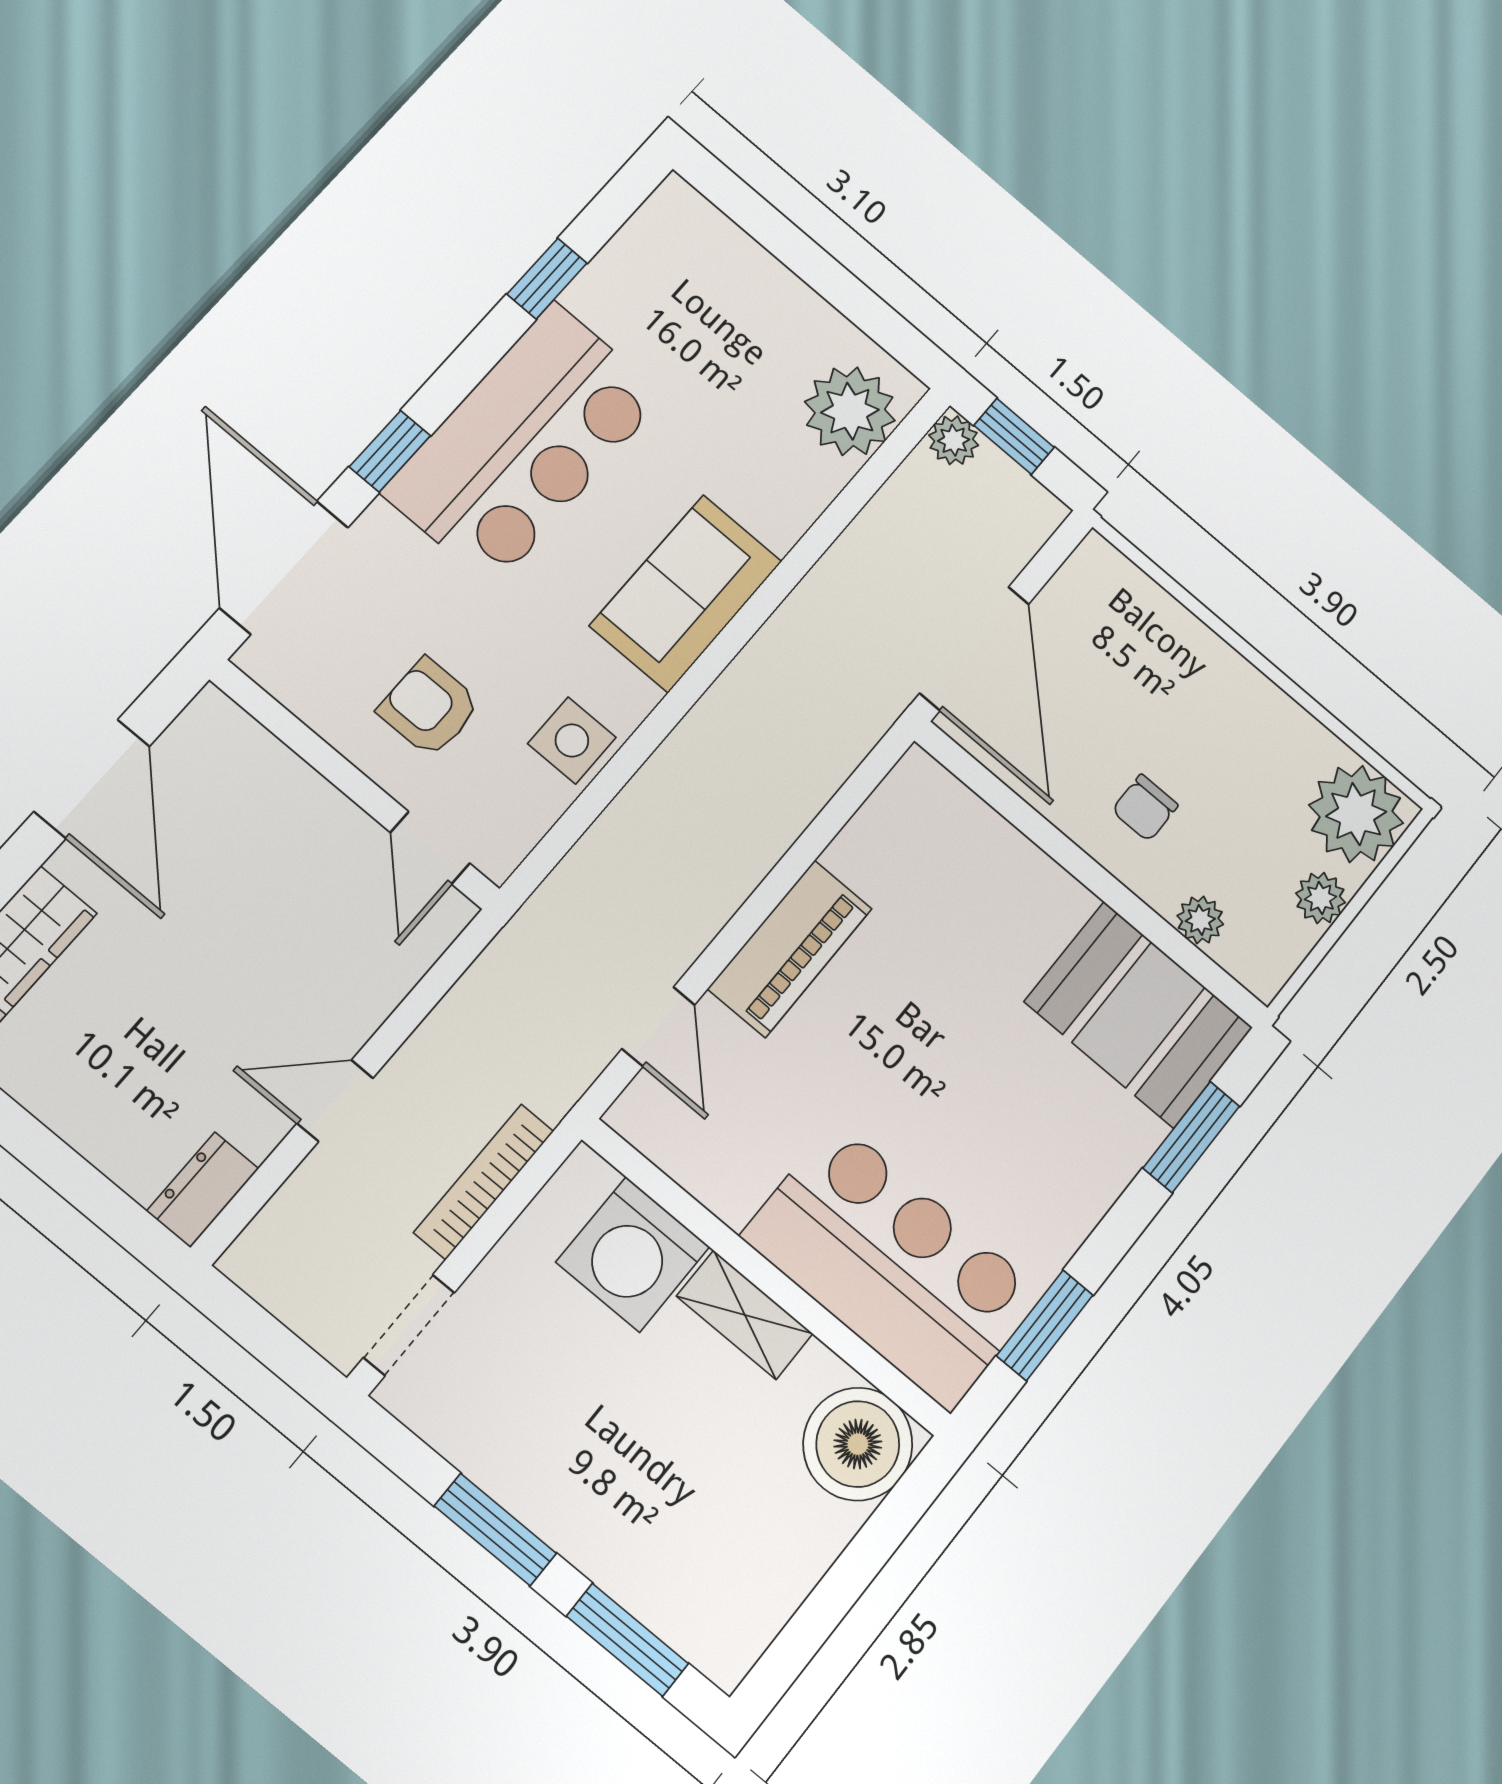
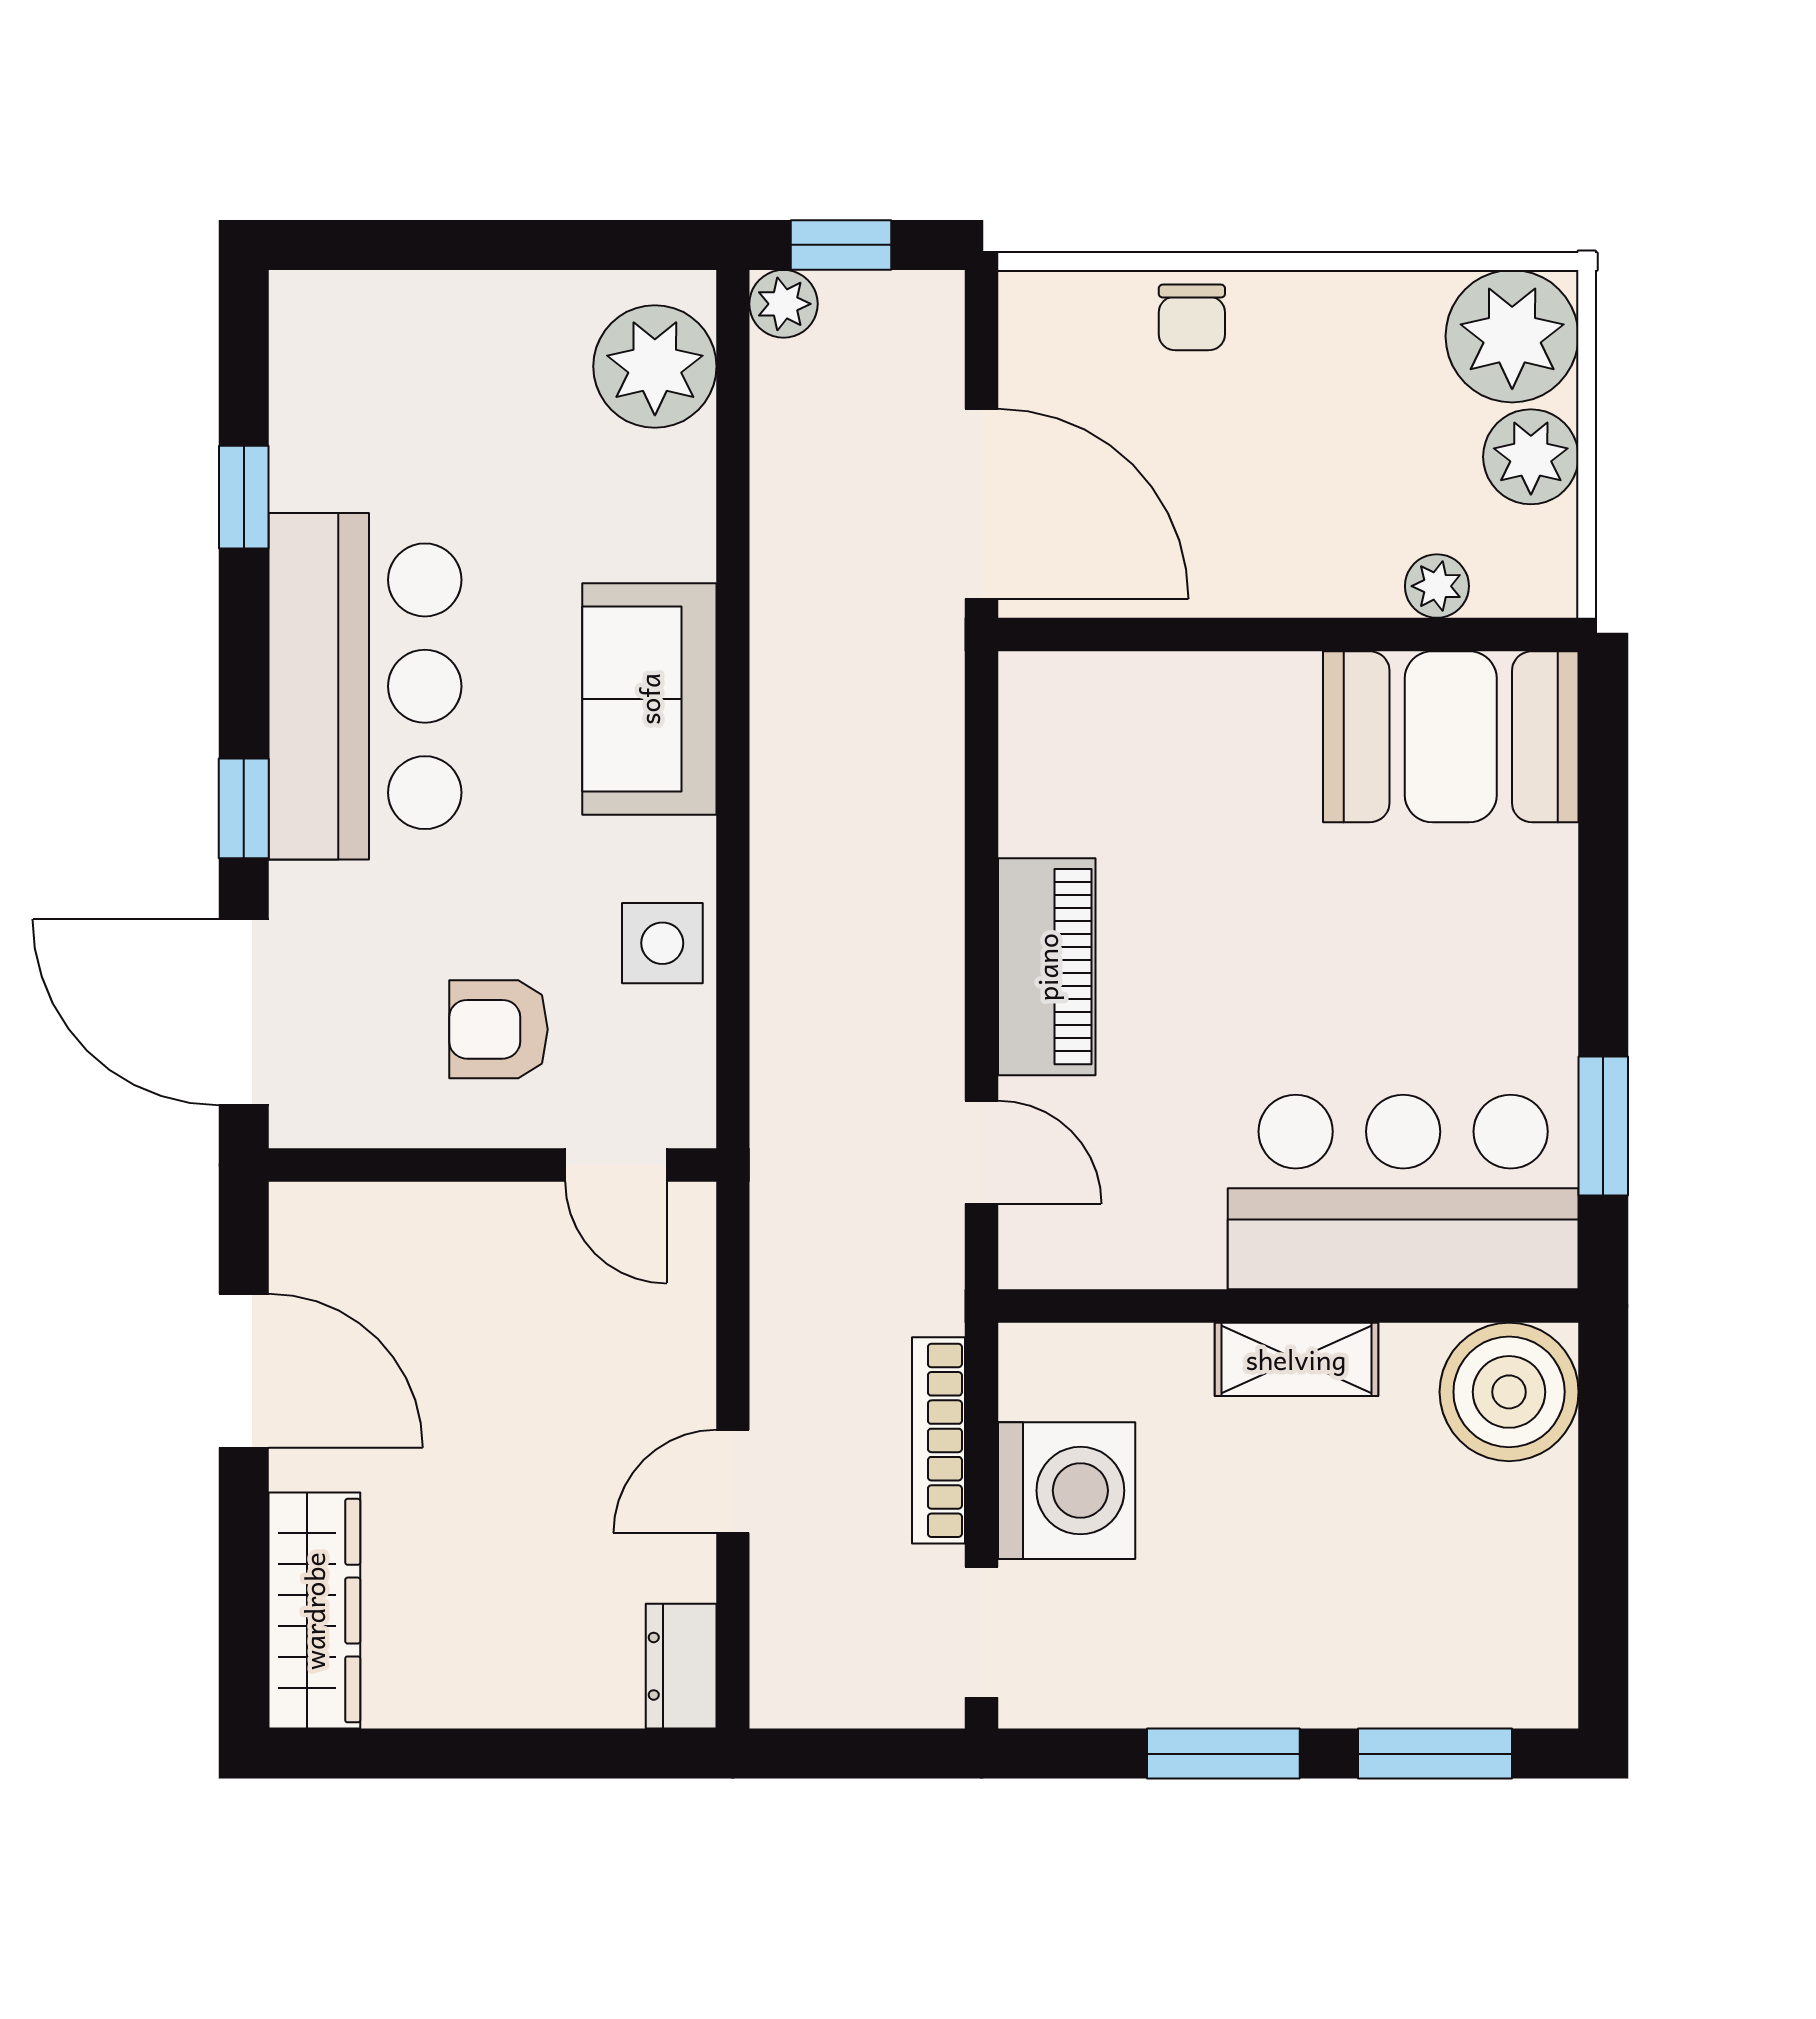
chair: (1145, 808) -> (1192, 317), moved
plant: (1321, 898) -> (1531, 457), width x1.38, depth x1.38
window: (1191, 1137) -> (1603, 816), removed
washing machine: (633, 1254) -> (1067, 1491), moved, turned -90

